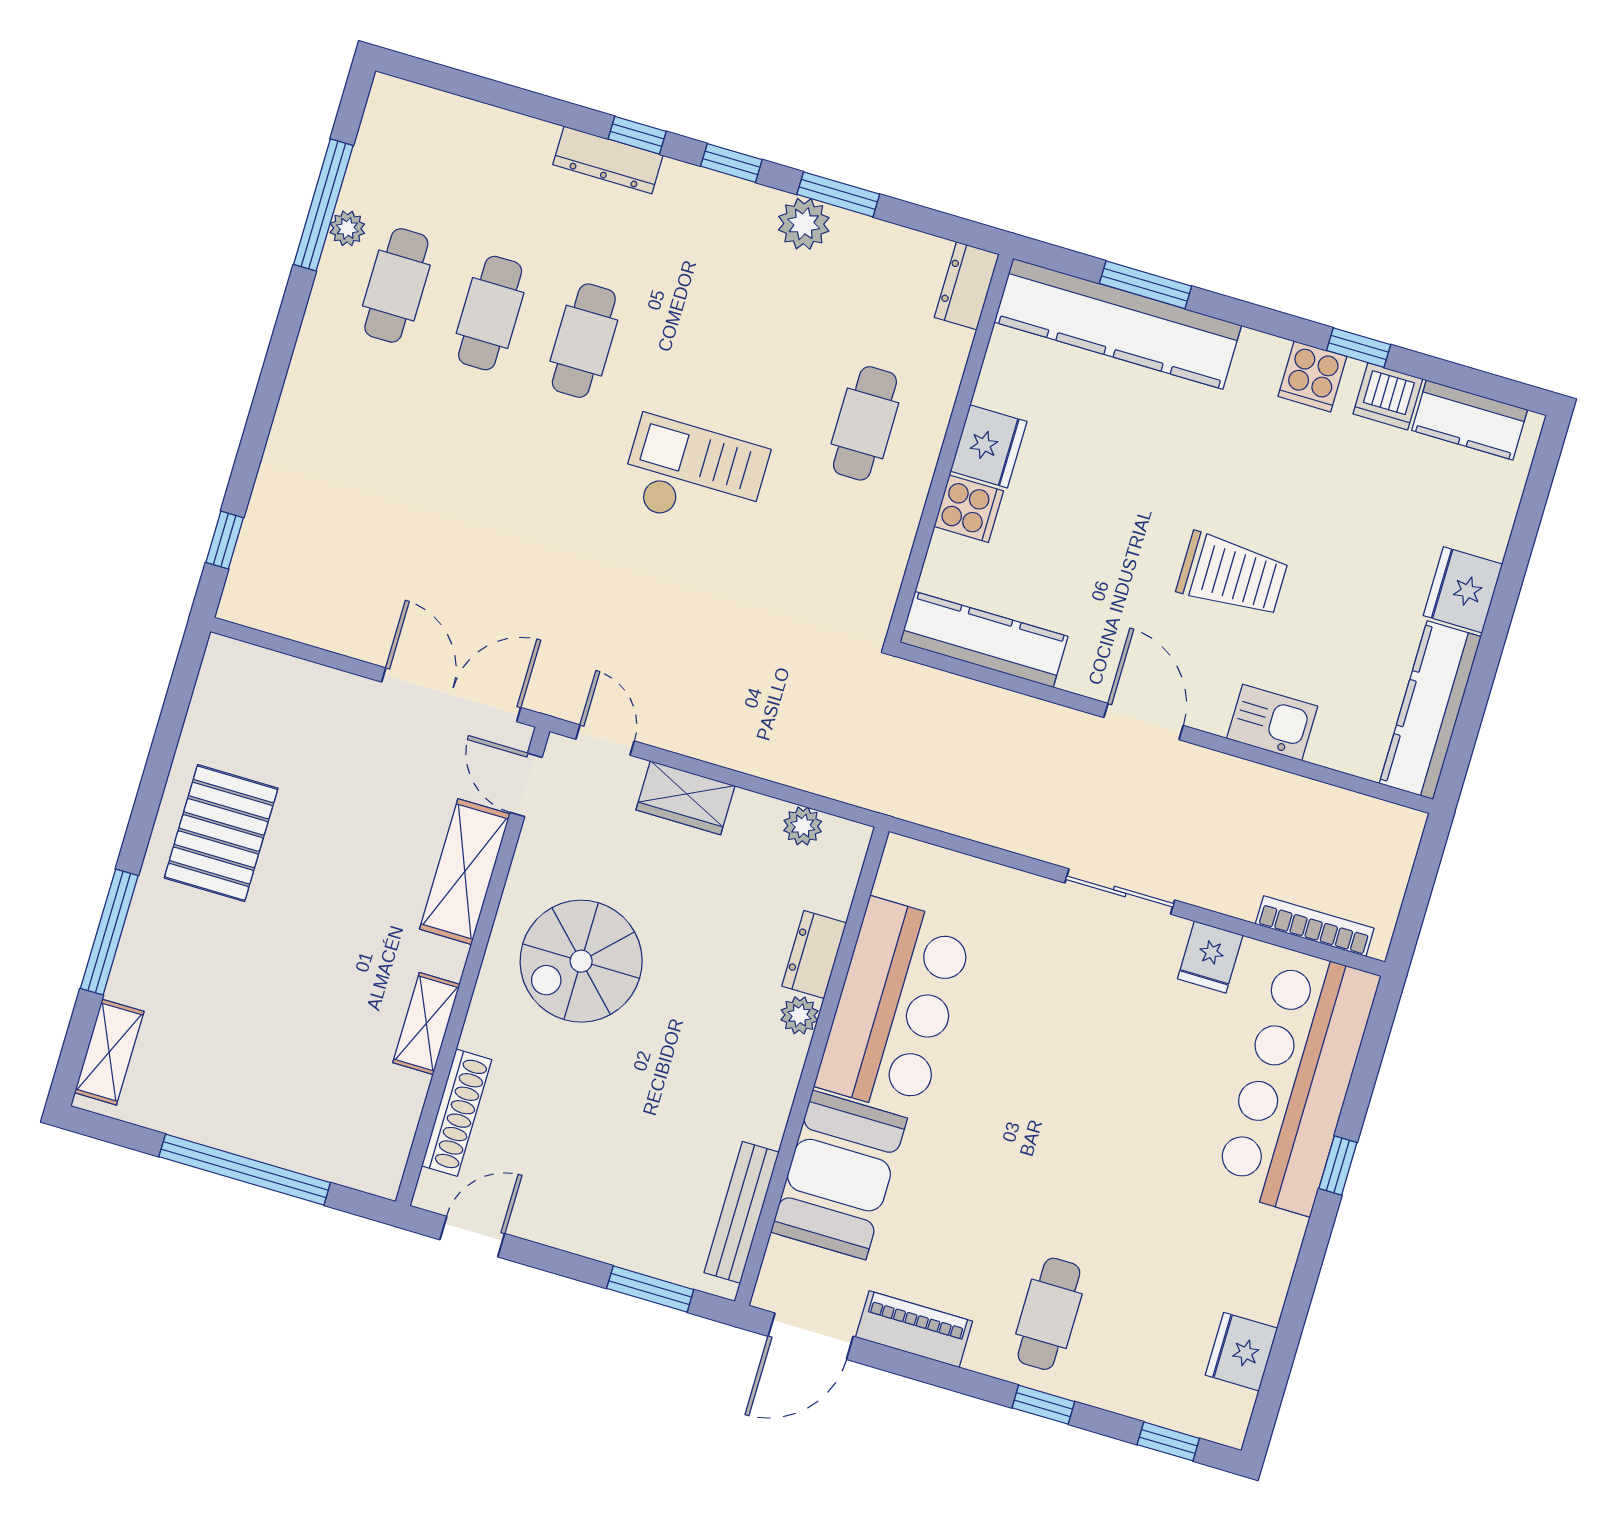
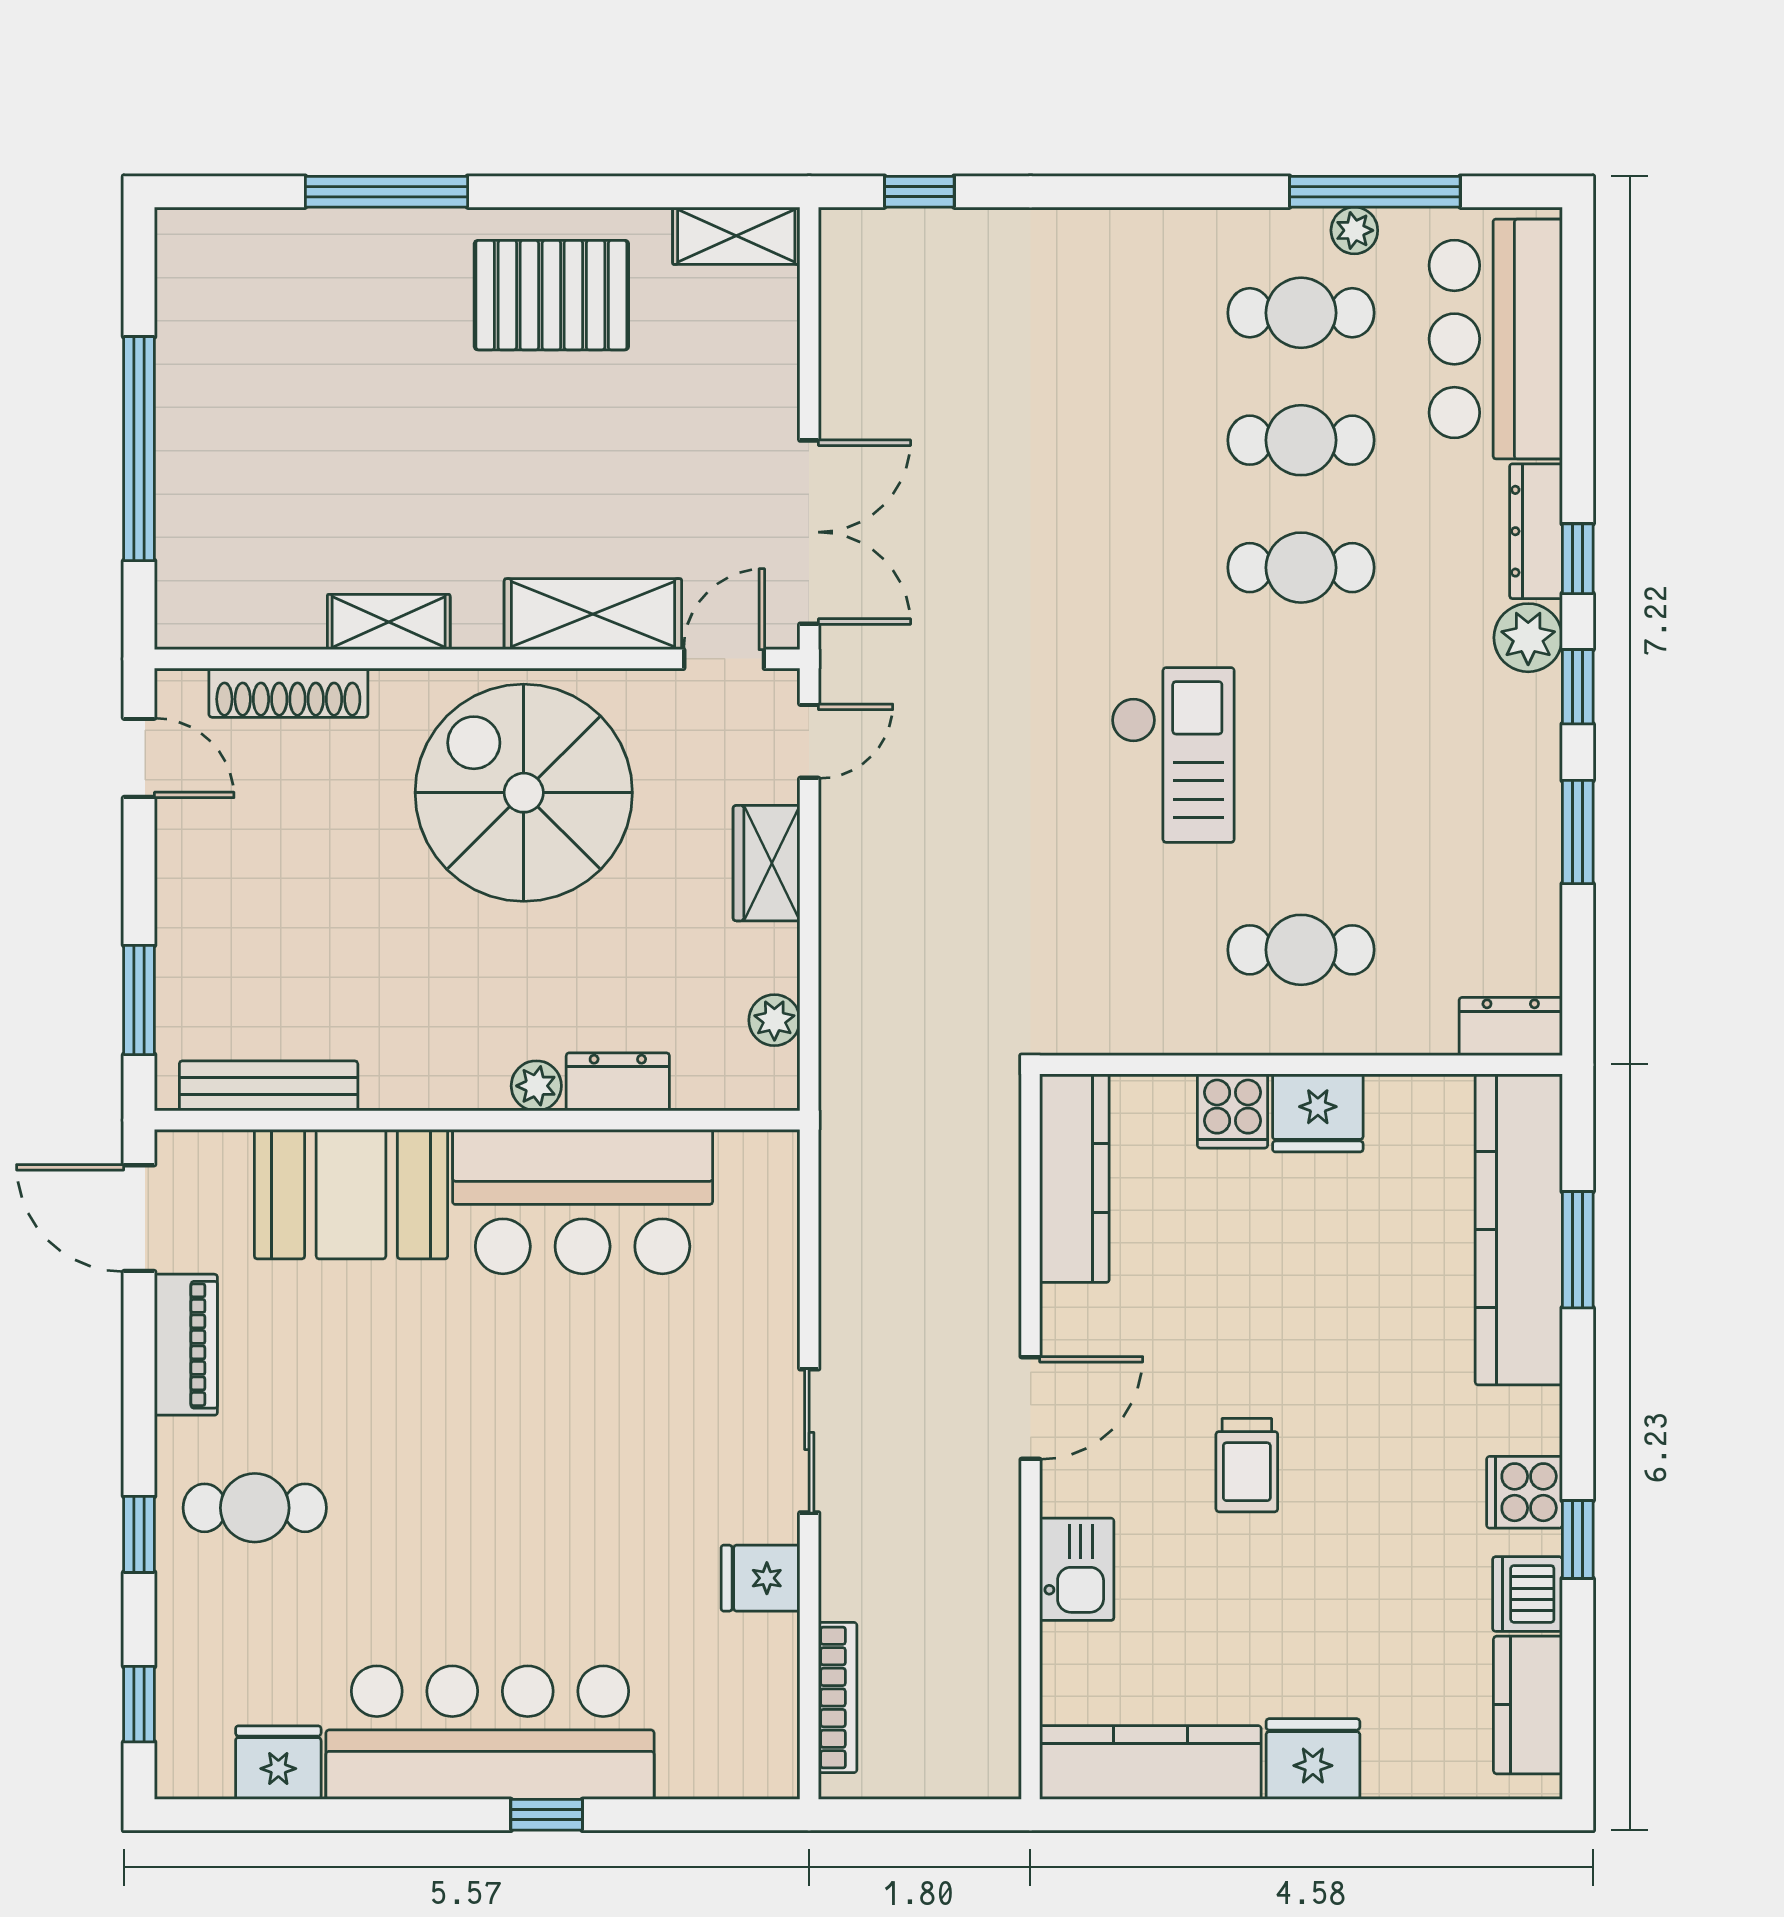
bar counter: (458, 148) -> (1496, 339), added
plant: (804, 224) -> (1528, 638), moved
trolley: (1232, 575) -> (1247, 1465), width x0.73, depth x0.72
spiral stairs: (581, 961) -> (524, 793), width x1.37, depth x1.37
shelving: (109, 1052) -> (736, 236), moved
bar counter: (1297, 1082) -> (490, 1733), moved

